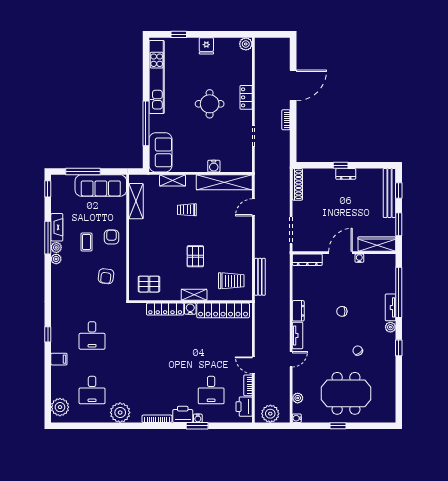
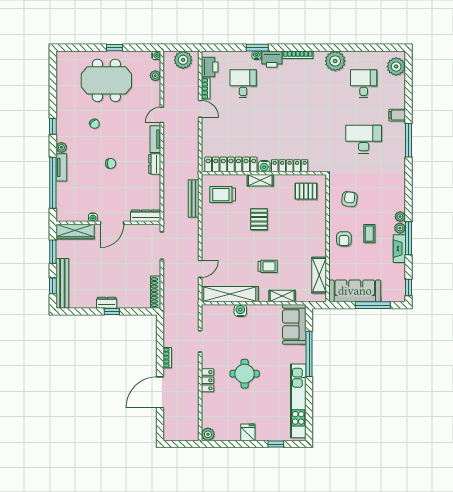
window: (48, 334) -> (408, 140), width x2.17
desk: (92, 335) -> (364, 139), width x1.37

